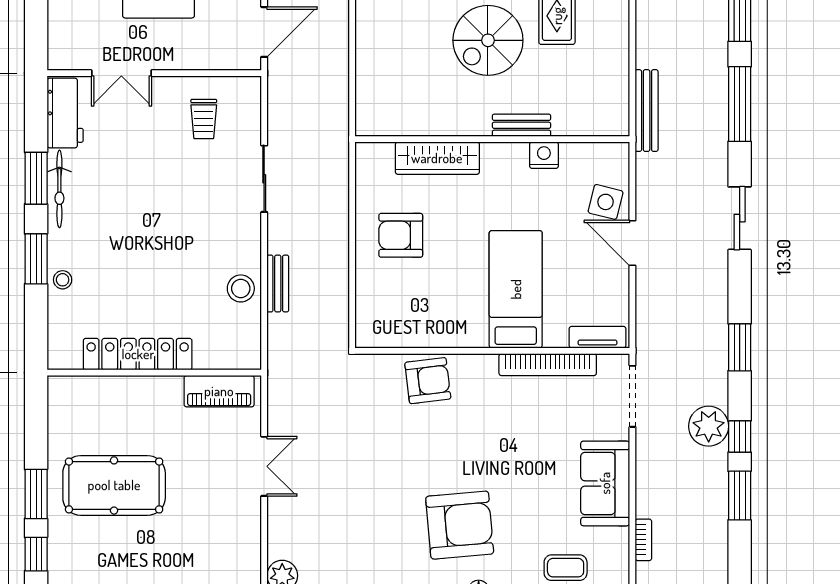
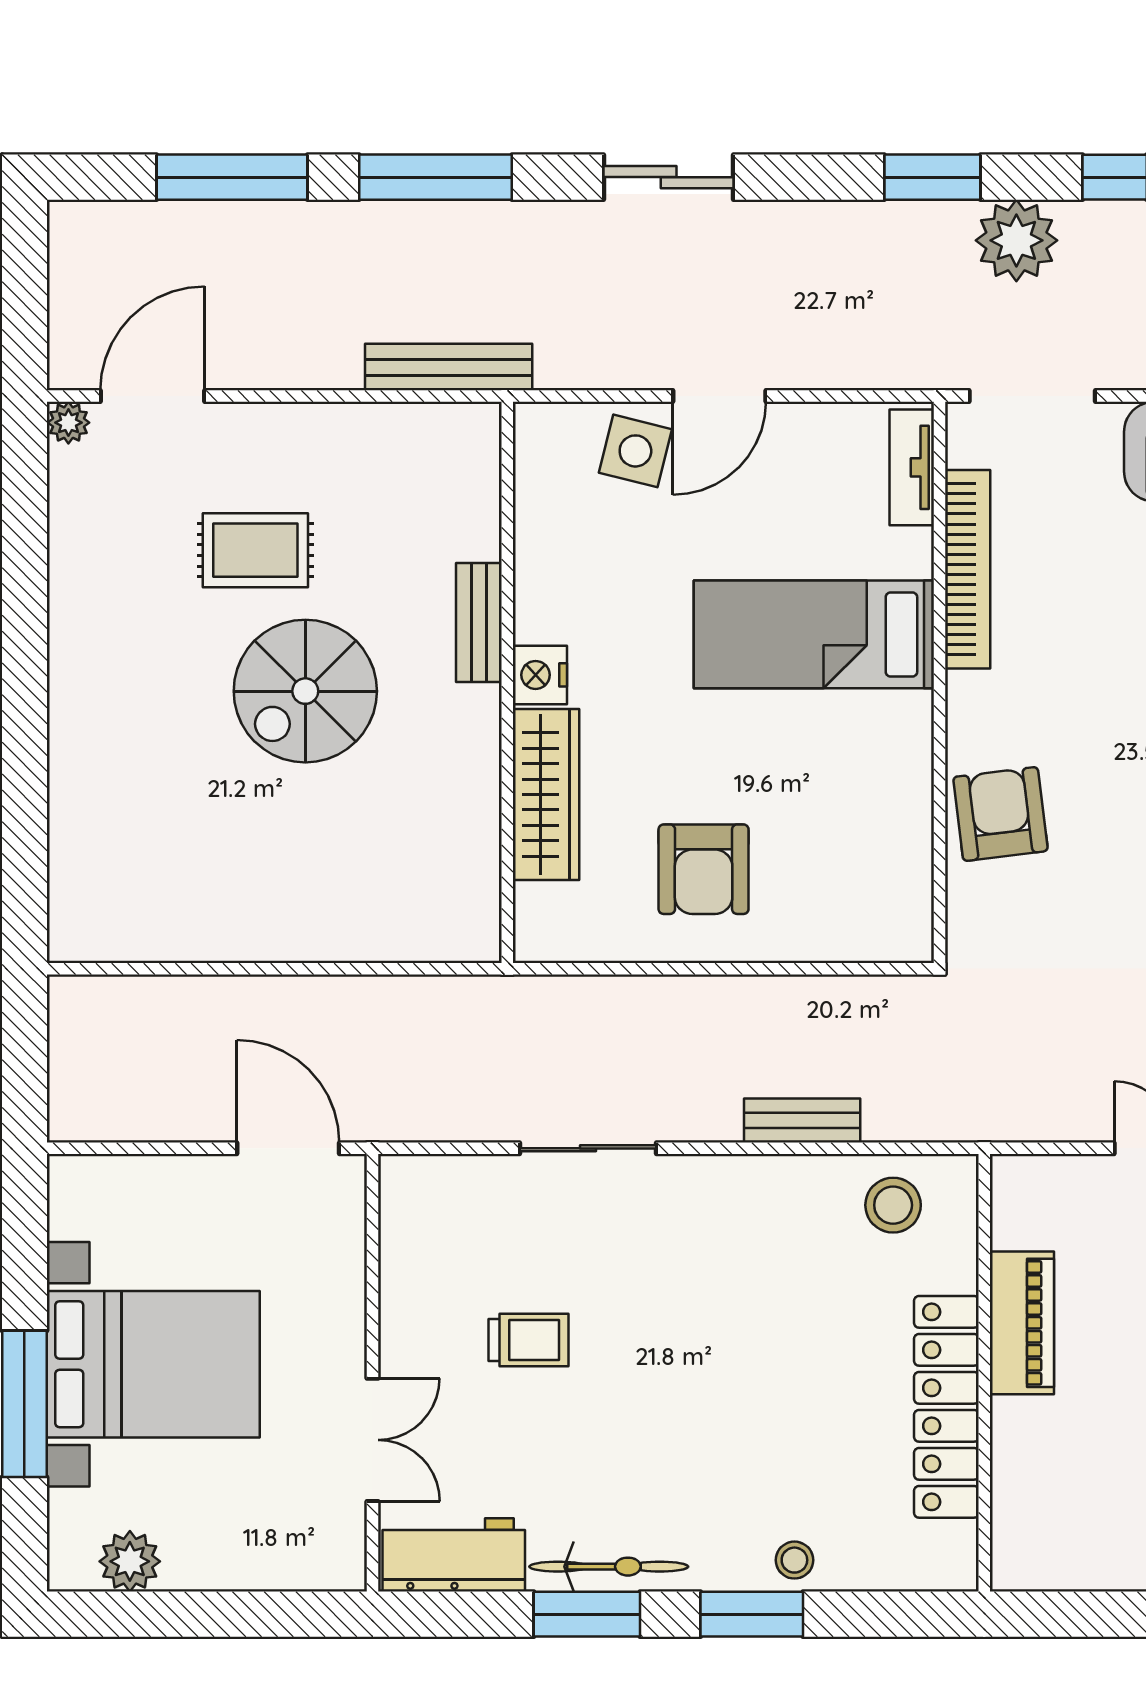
spiral stairs: (488, 40) -> (305, 691), turned 90
trolley: (204, 119) -> (528, 1340), moved
nightstand: (544, 155) -> (540, 675), moved
stool: (241, 288) -> (893, 1205), moved
piano: (219, 391) -> (1022, 1323), moved
plant: (709, 426) -> (1016, 240), moved

